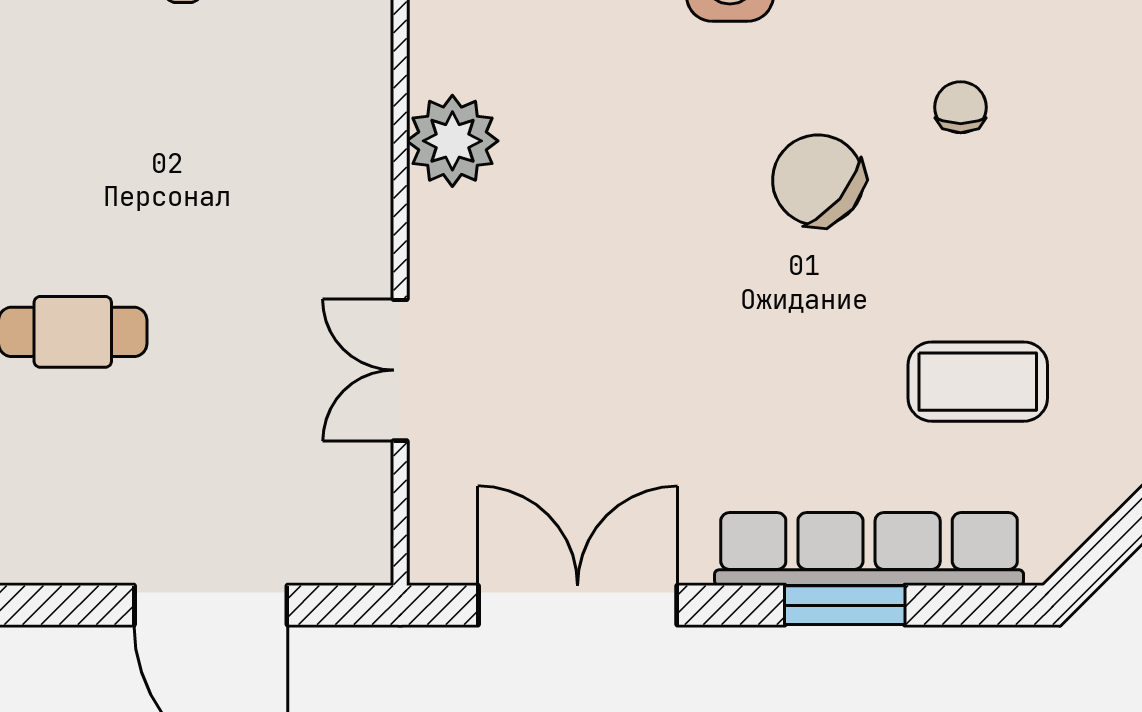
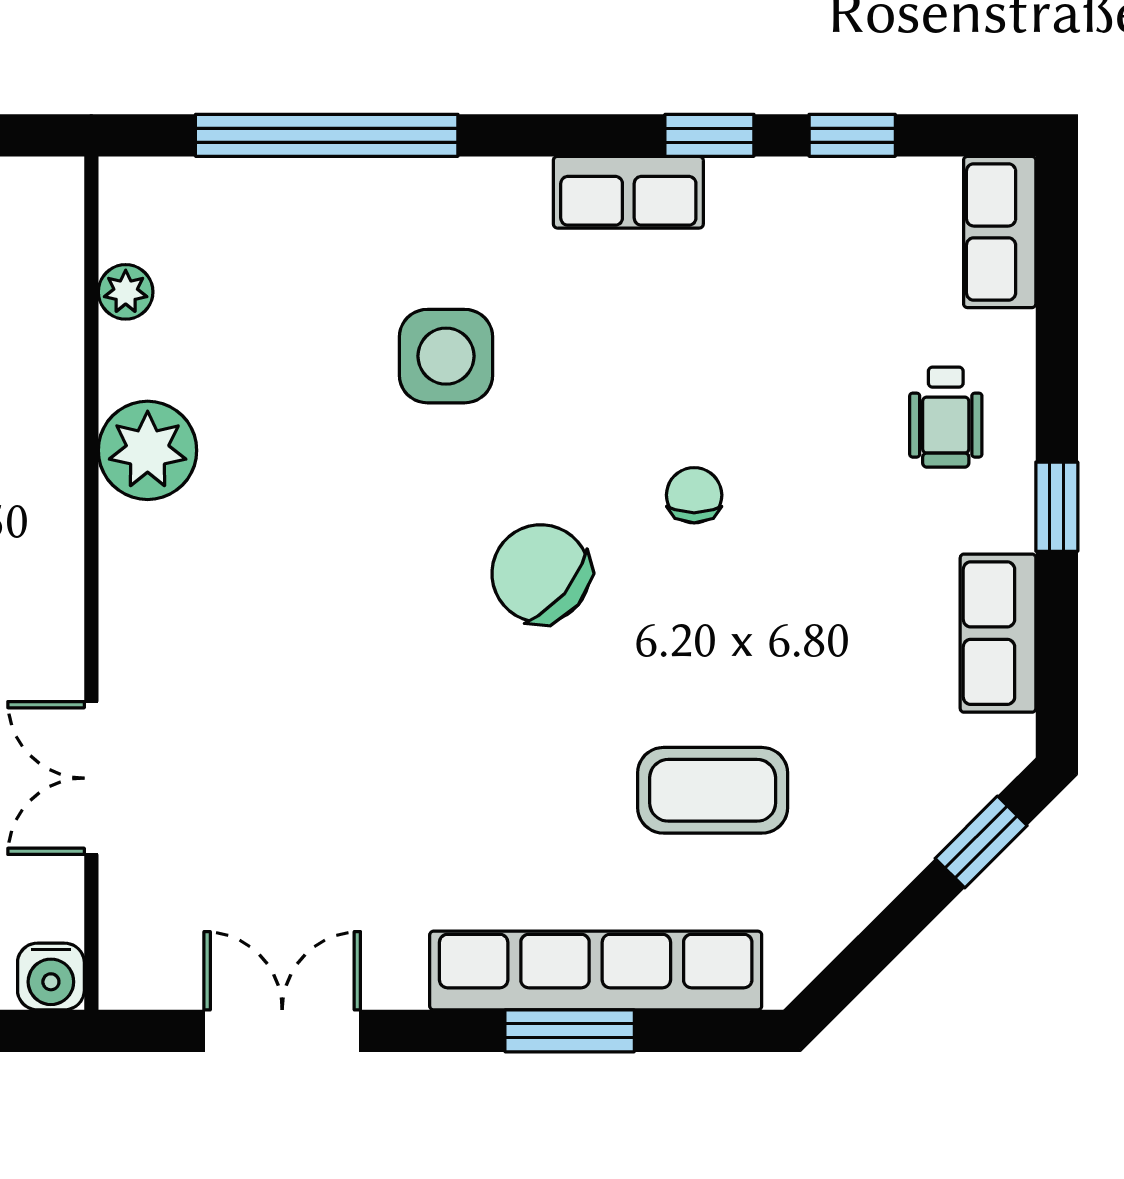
plant: (452, 141) -> (148, 450), moved
water cooler: (363, 555) -> (51, 976), added
double door: (578, 605) -> (282, 1031), width x0.73

